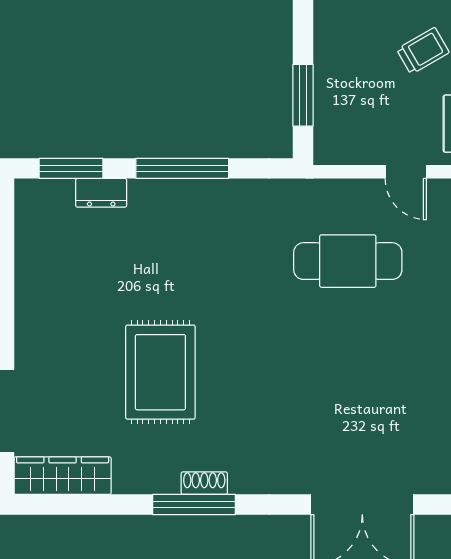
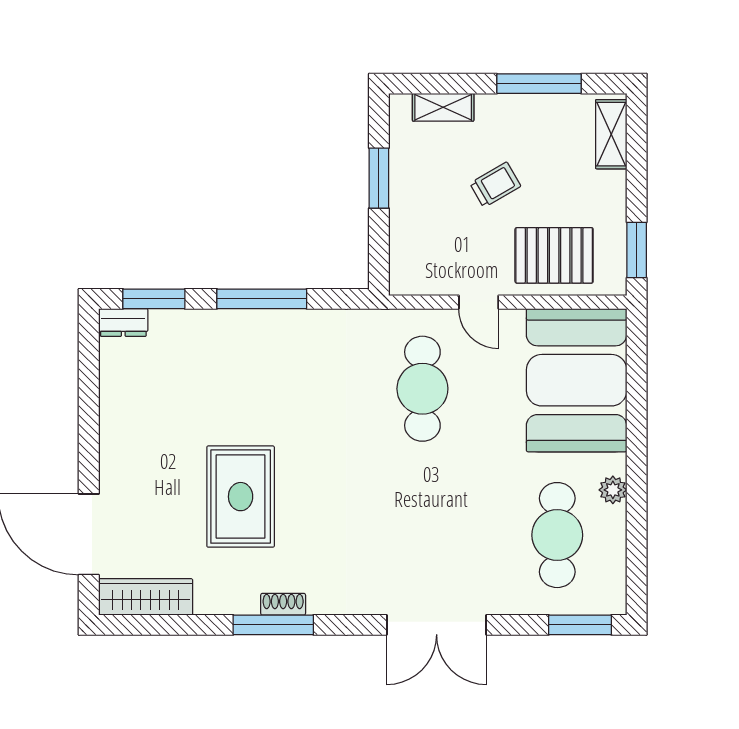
window: (303, 95) -> (379, 178), moved
dresser: (101, 193) -> (123, 323), moved
cafe table: (348, 261) -> (422, 389), turned 90

